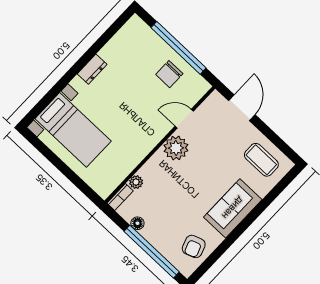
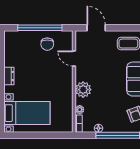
door: (184, 119) -> (74, 58), hinge flipped
plant: (176, 148) -> (83, 90), moved

